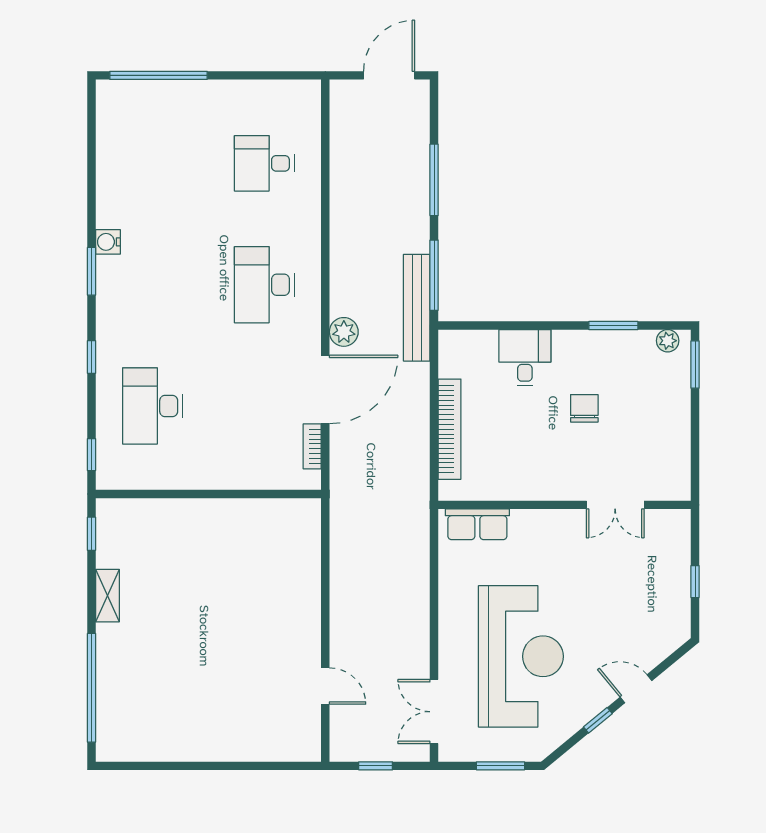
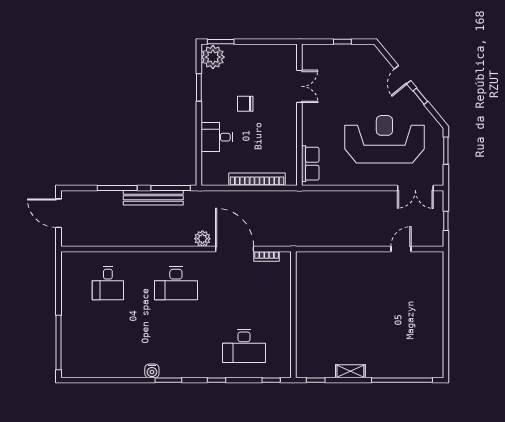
bench: (417, 308) -> (153, 198), moved
plant: (668, 341) -> (213, 57), width x1.87, depth x1.87

